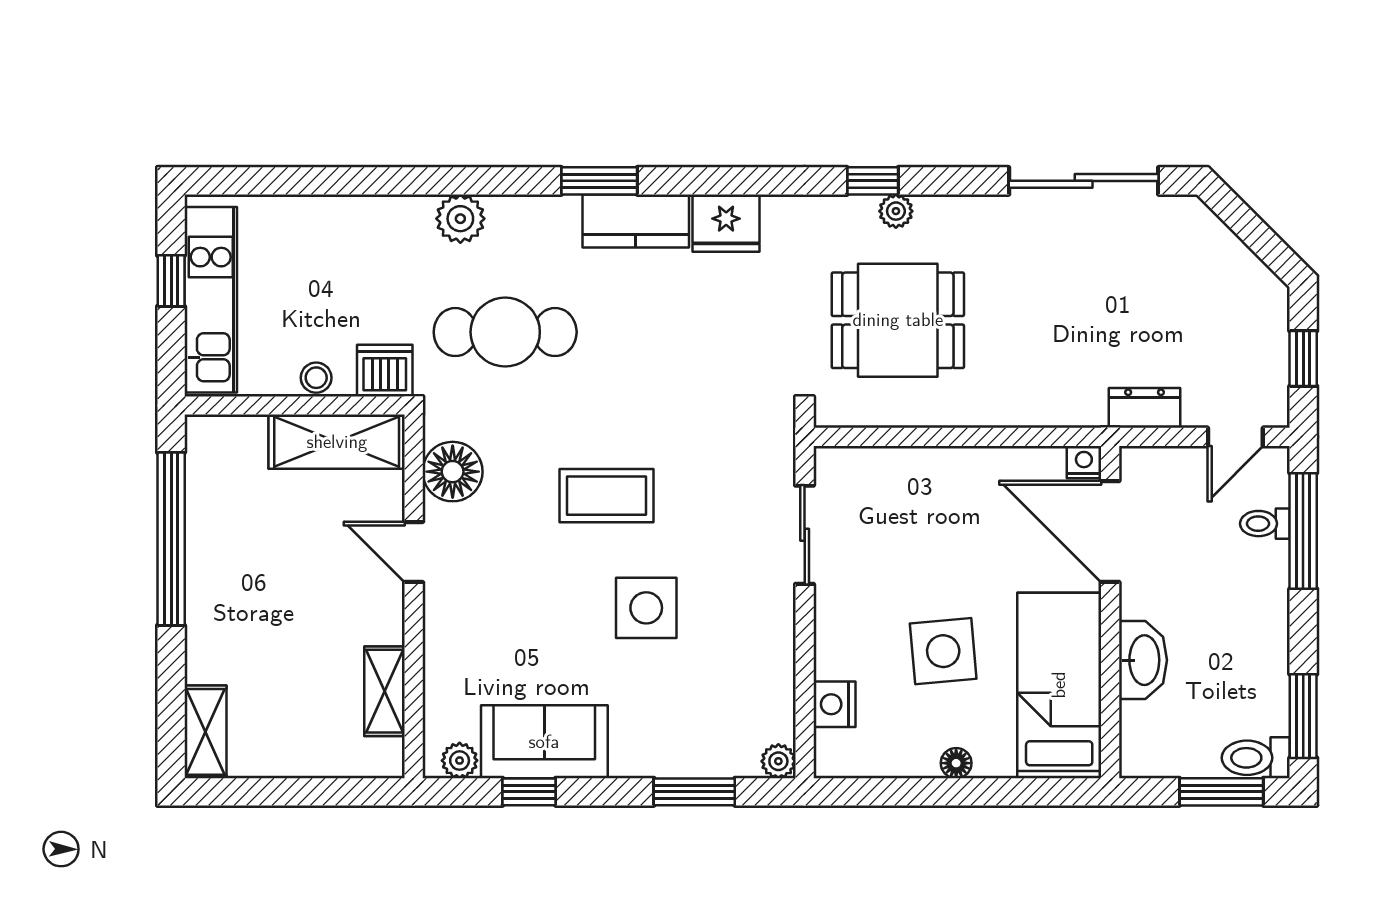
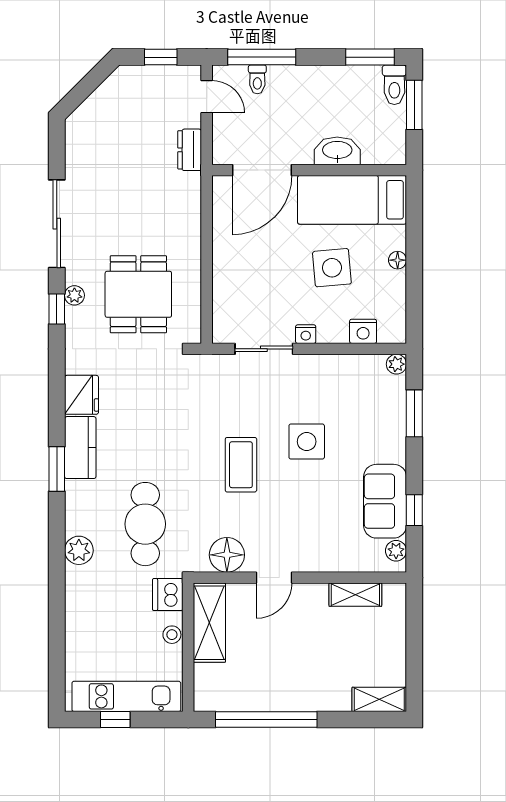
sliding door: (1084, 181) -> (57, 224), moved
nightstand: (1084, 462) -> (306, 334), moved, turned -90

